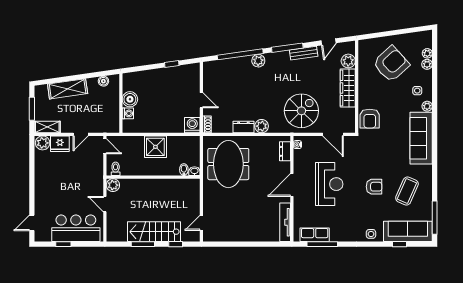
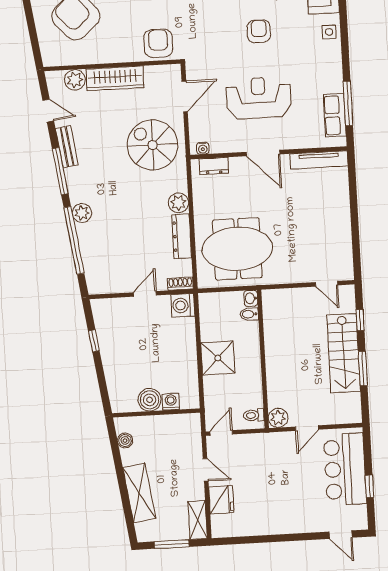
armchair: (370, 119) -> (158, 43), turned -90
dresser: (243, 127) -> (182, 236), width x1.44
plant: (43, 143) -> (221, 525), removed

